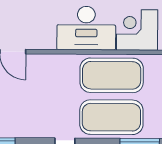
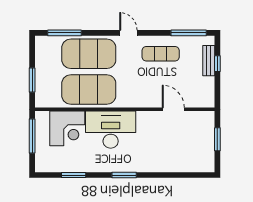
exercise mat: (27, 117) -> (161, 54), added

